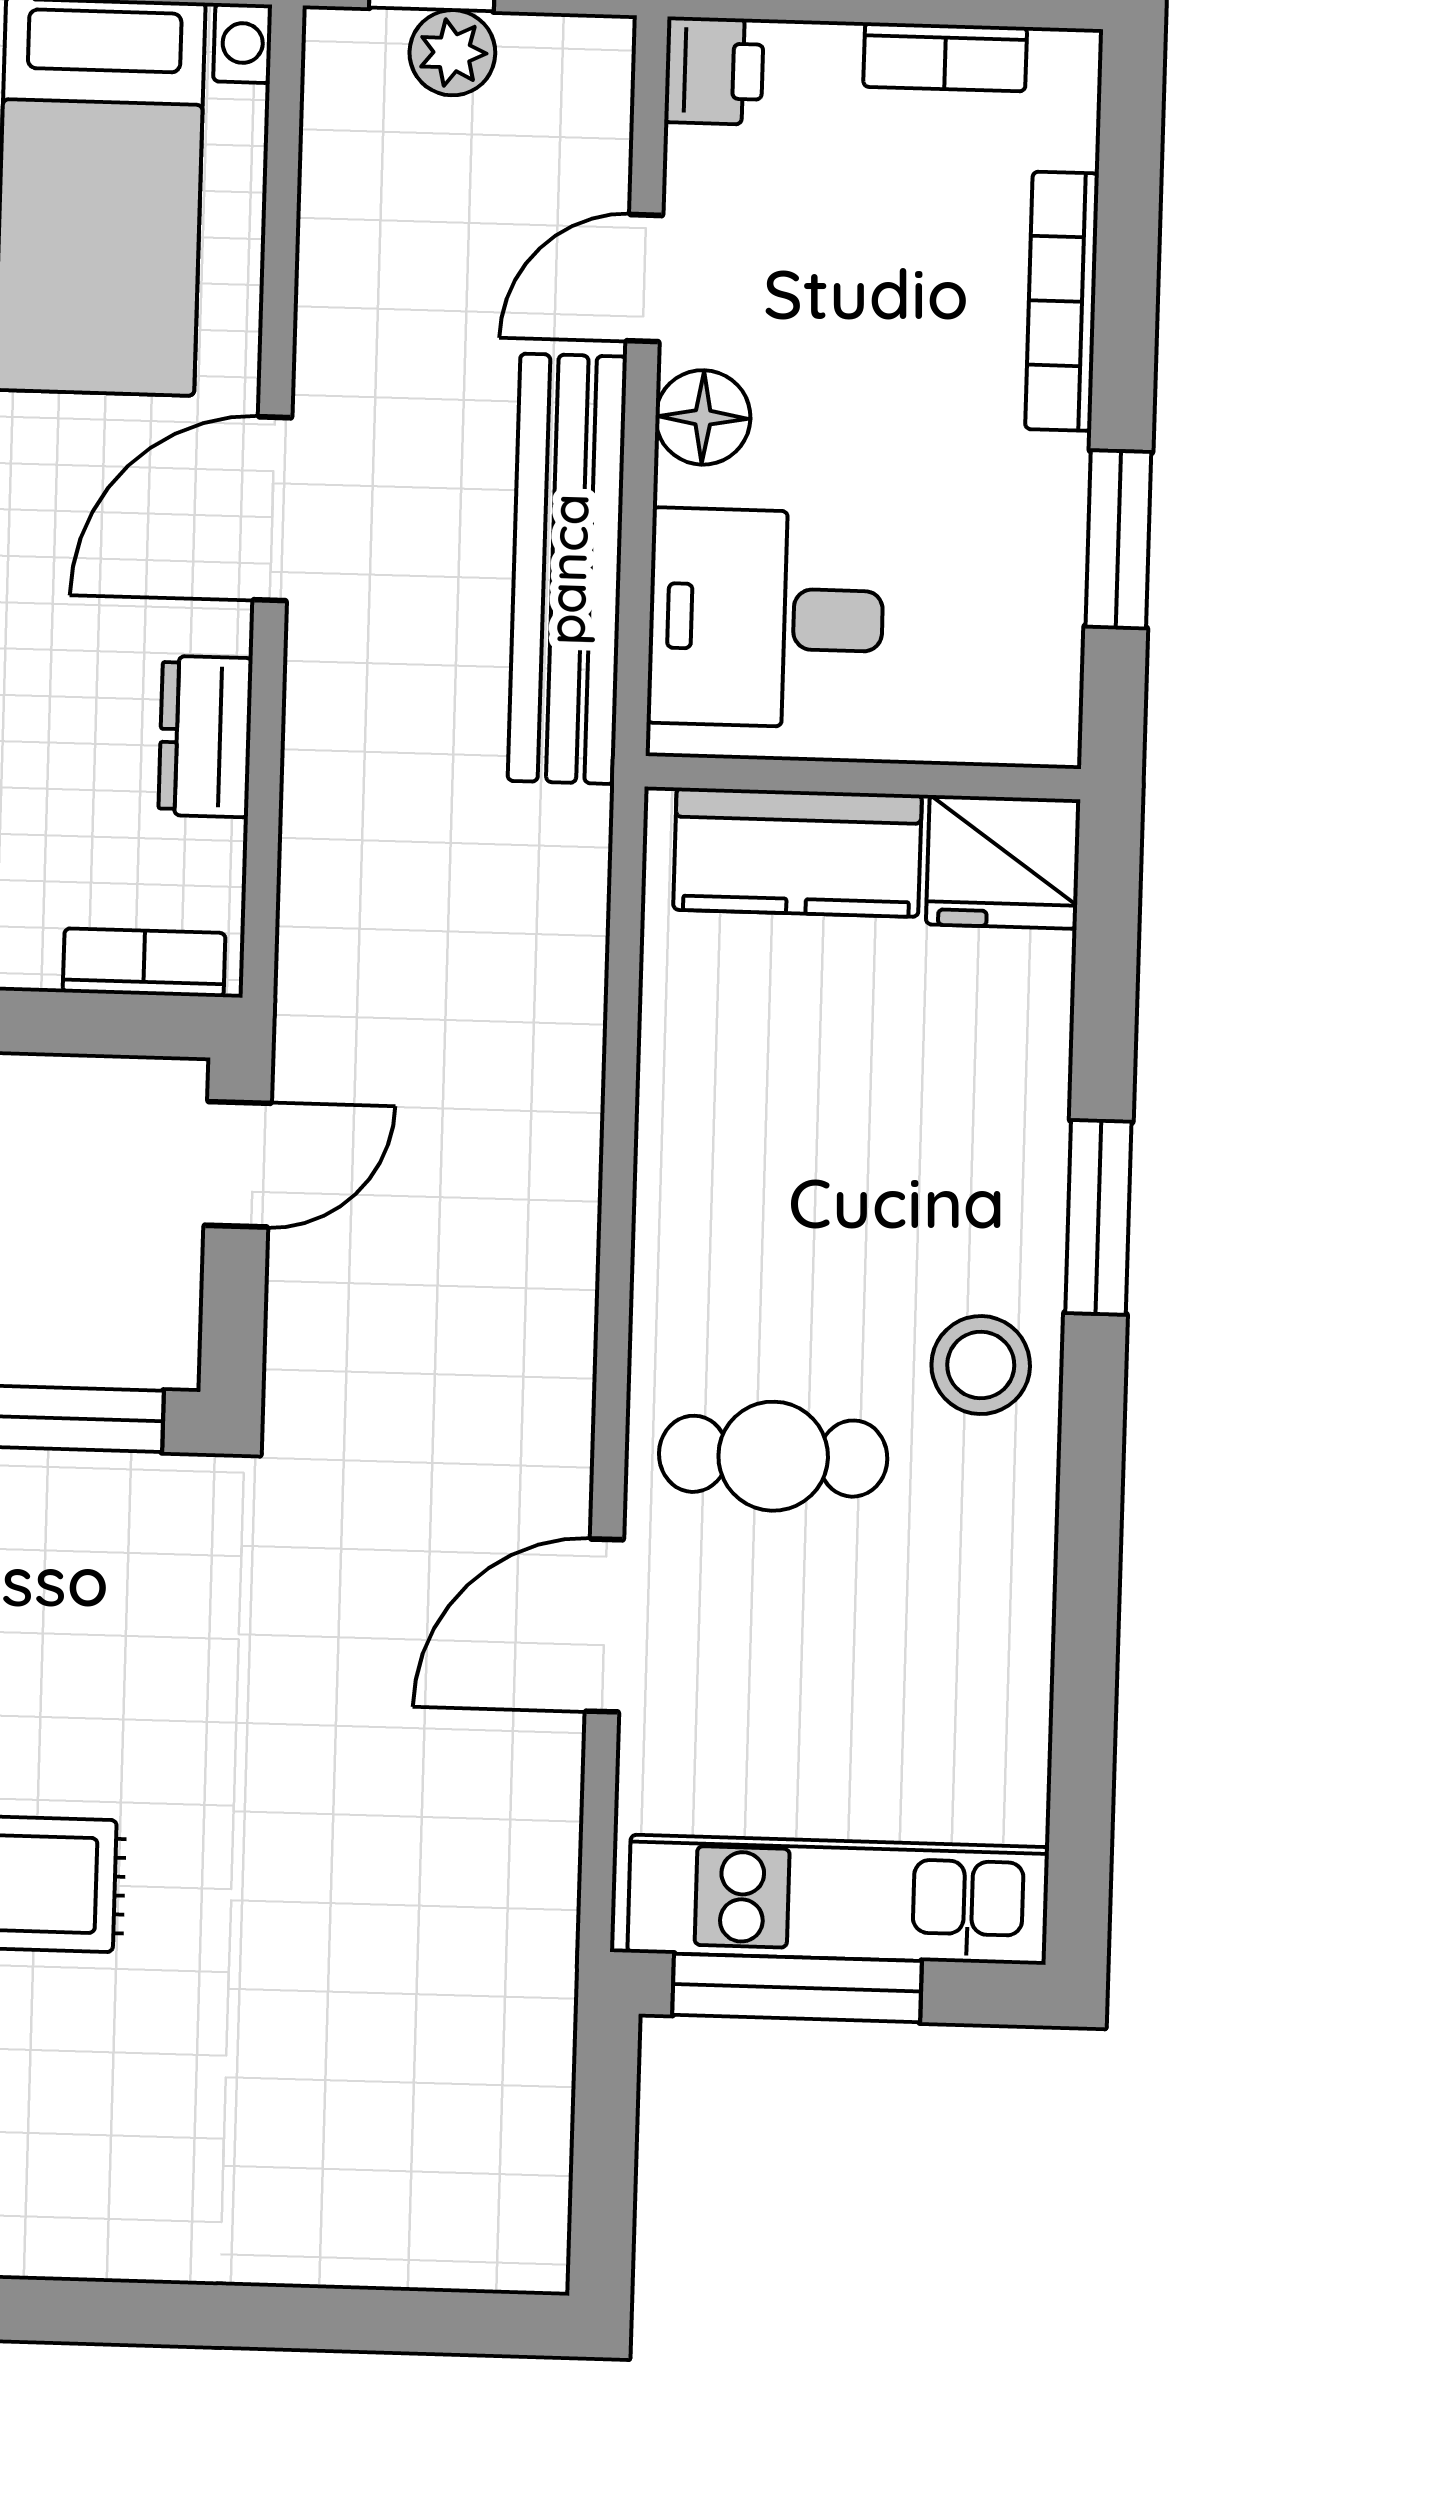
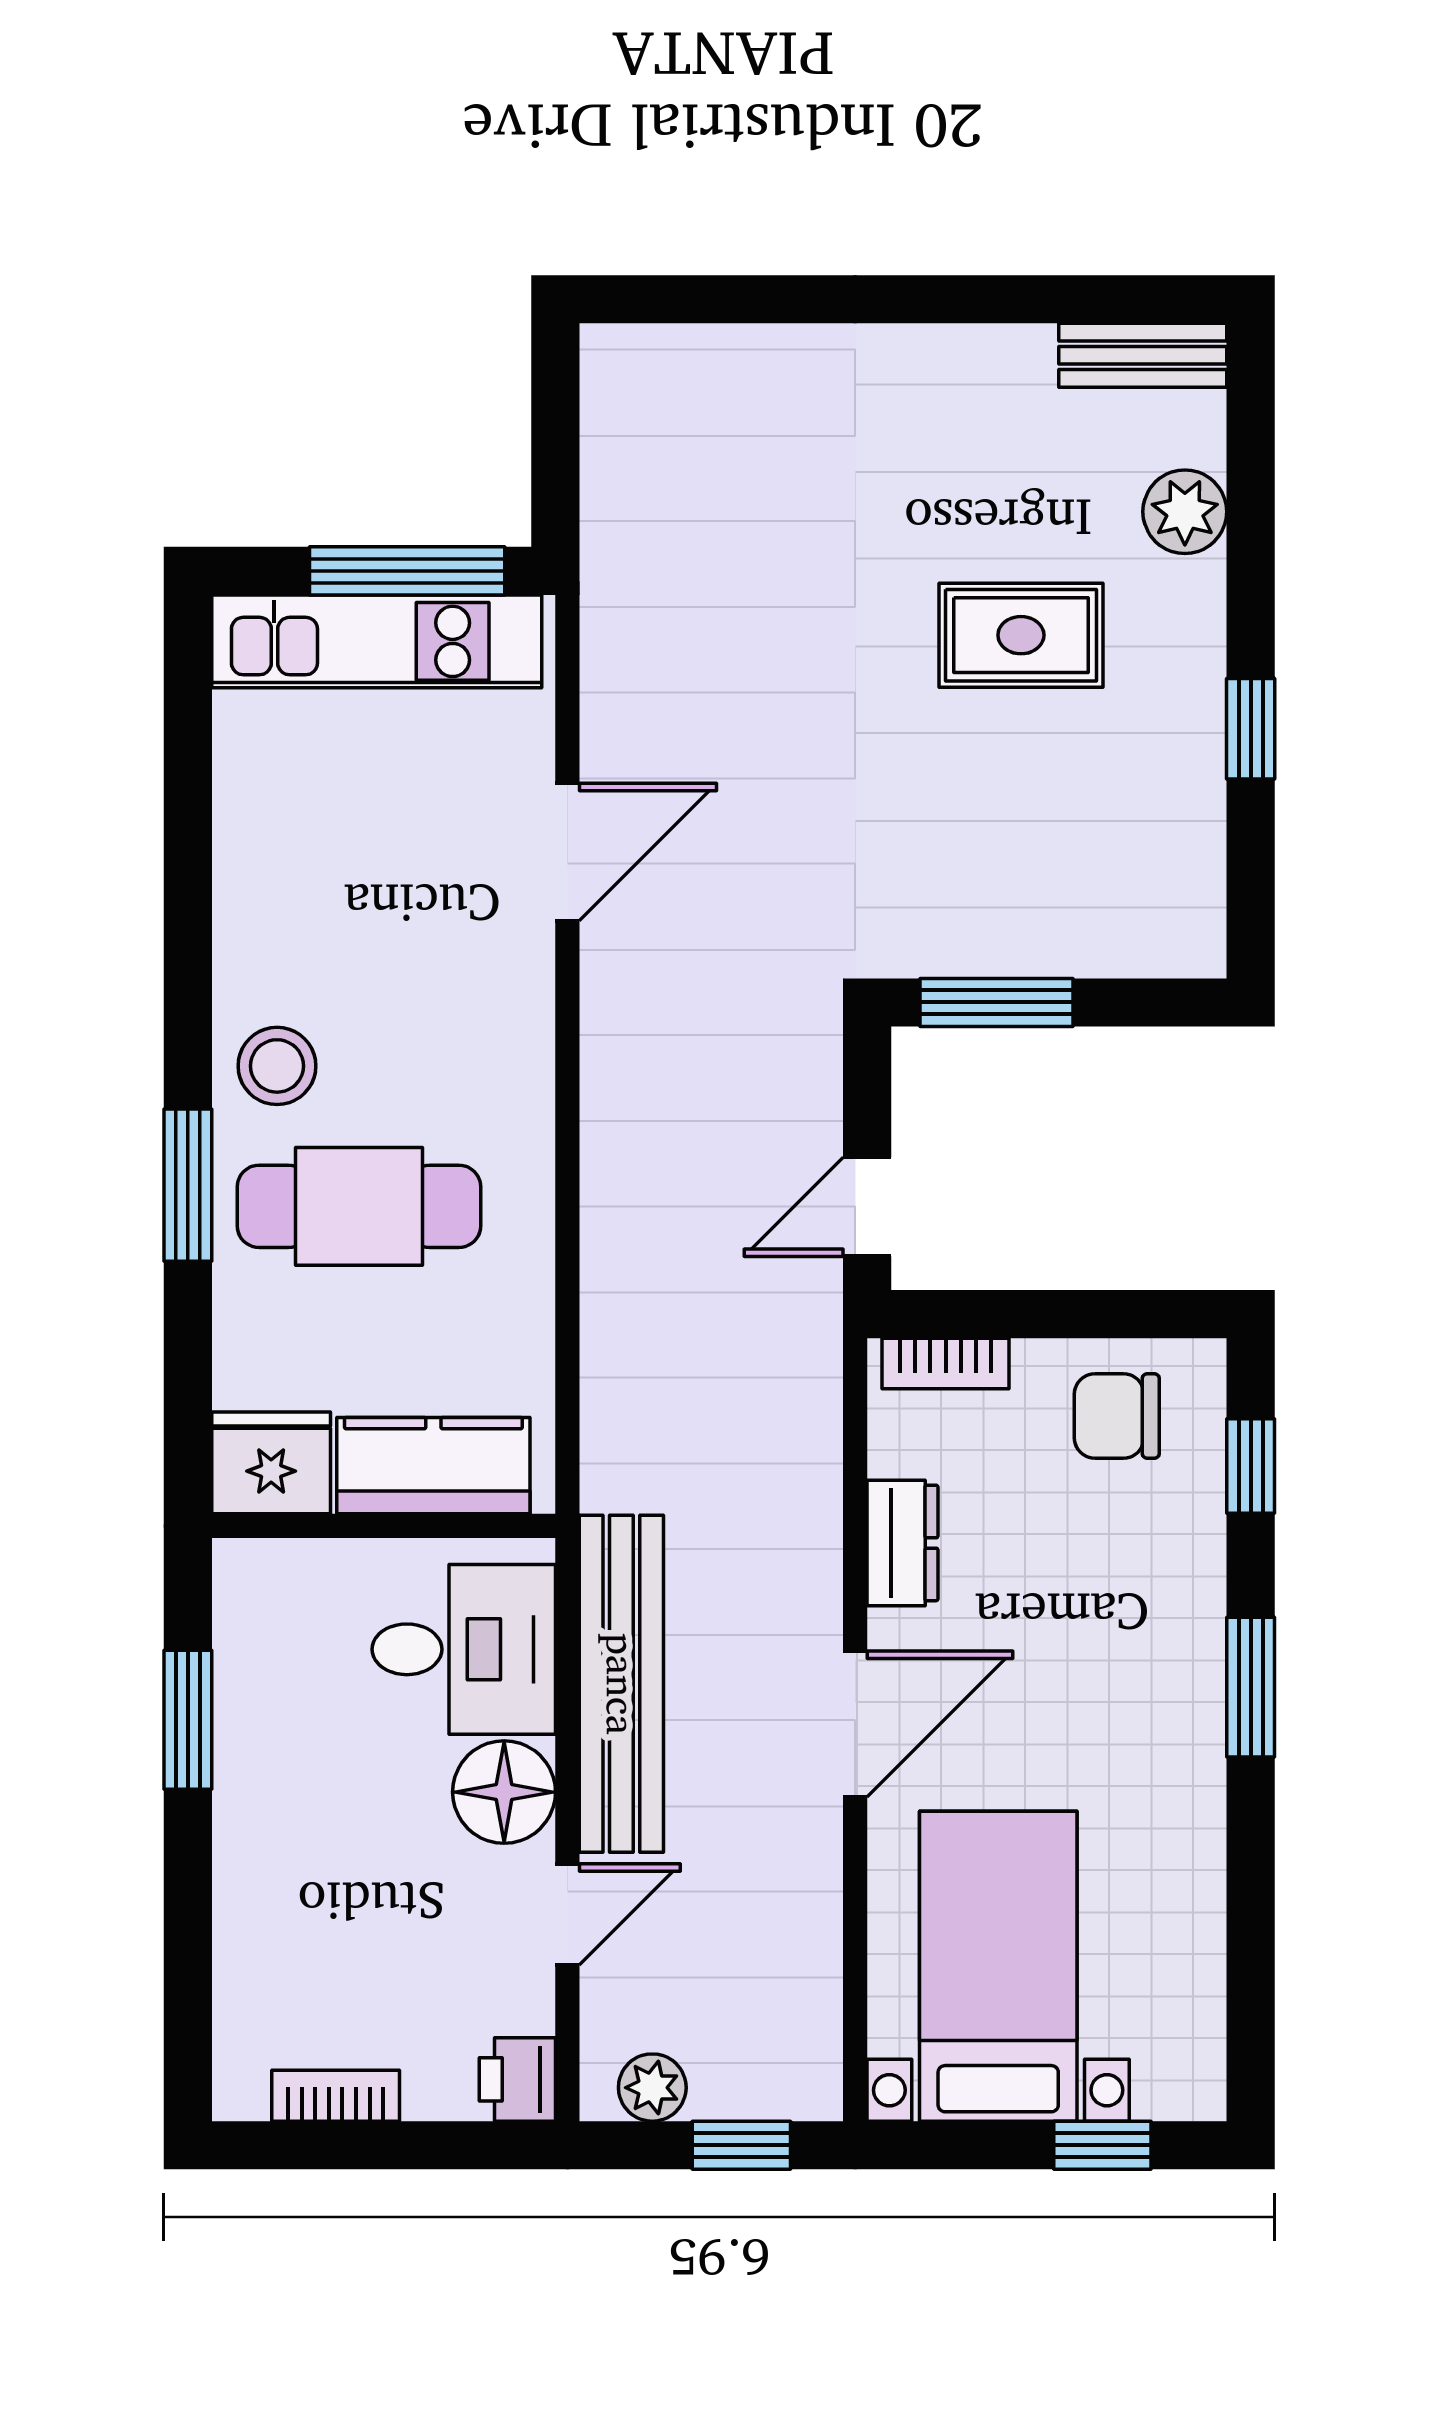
plant: (452, 53) -> (652, 2088), moved
bookcase: (1062, 301) -> (238, 1906), removed
floor lamp: (703, 417) -> (504, 1792), width x1.38, depth x1.38
cafe table: (773, 1456) -> (359, 1206), moved, width x1.37, depth x1.35

